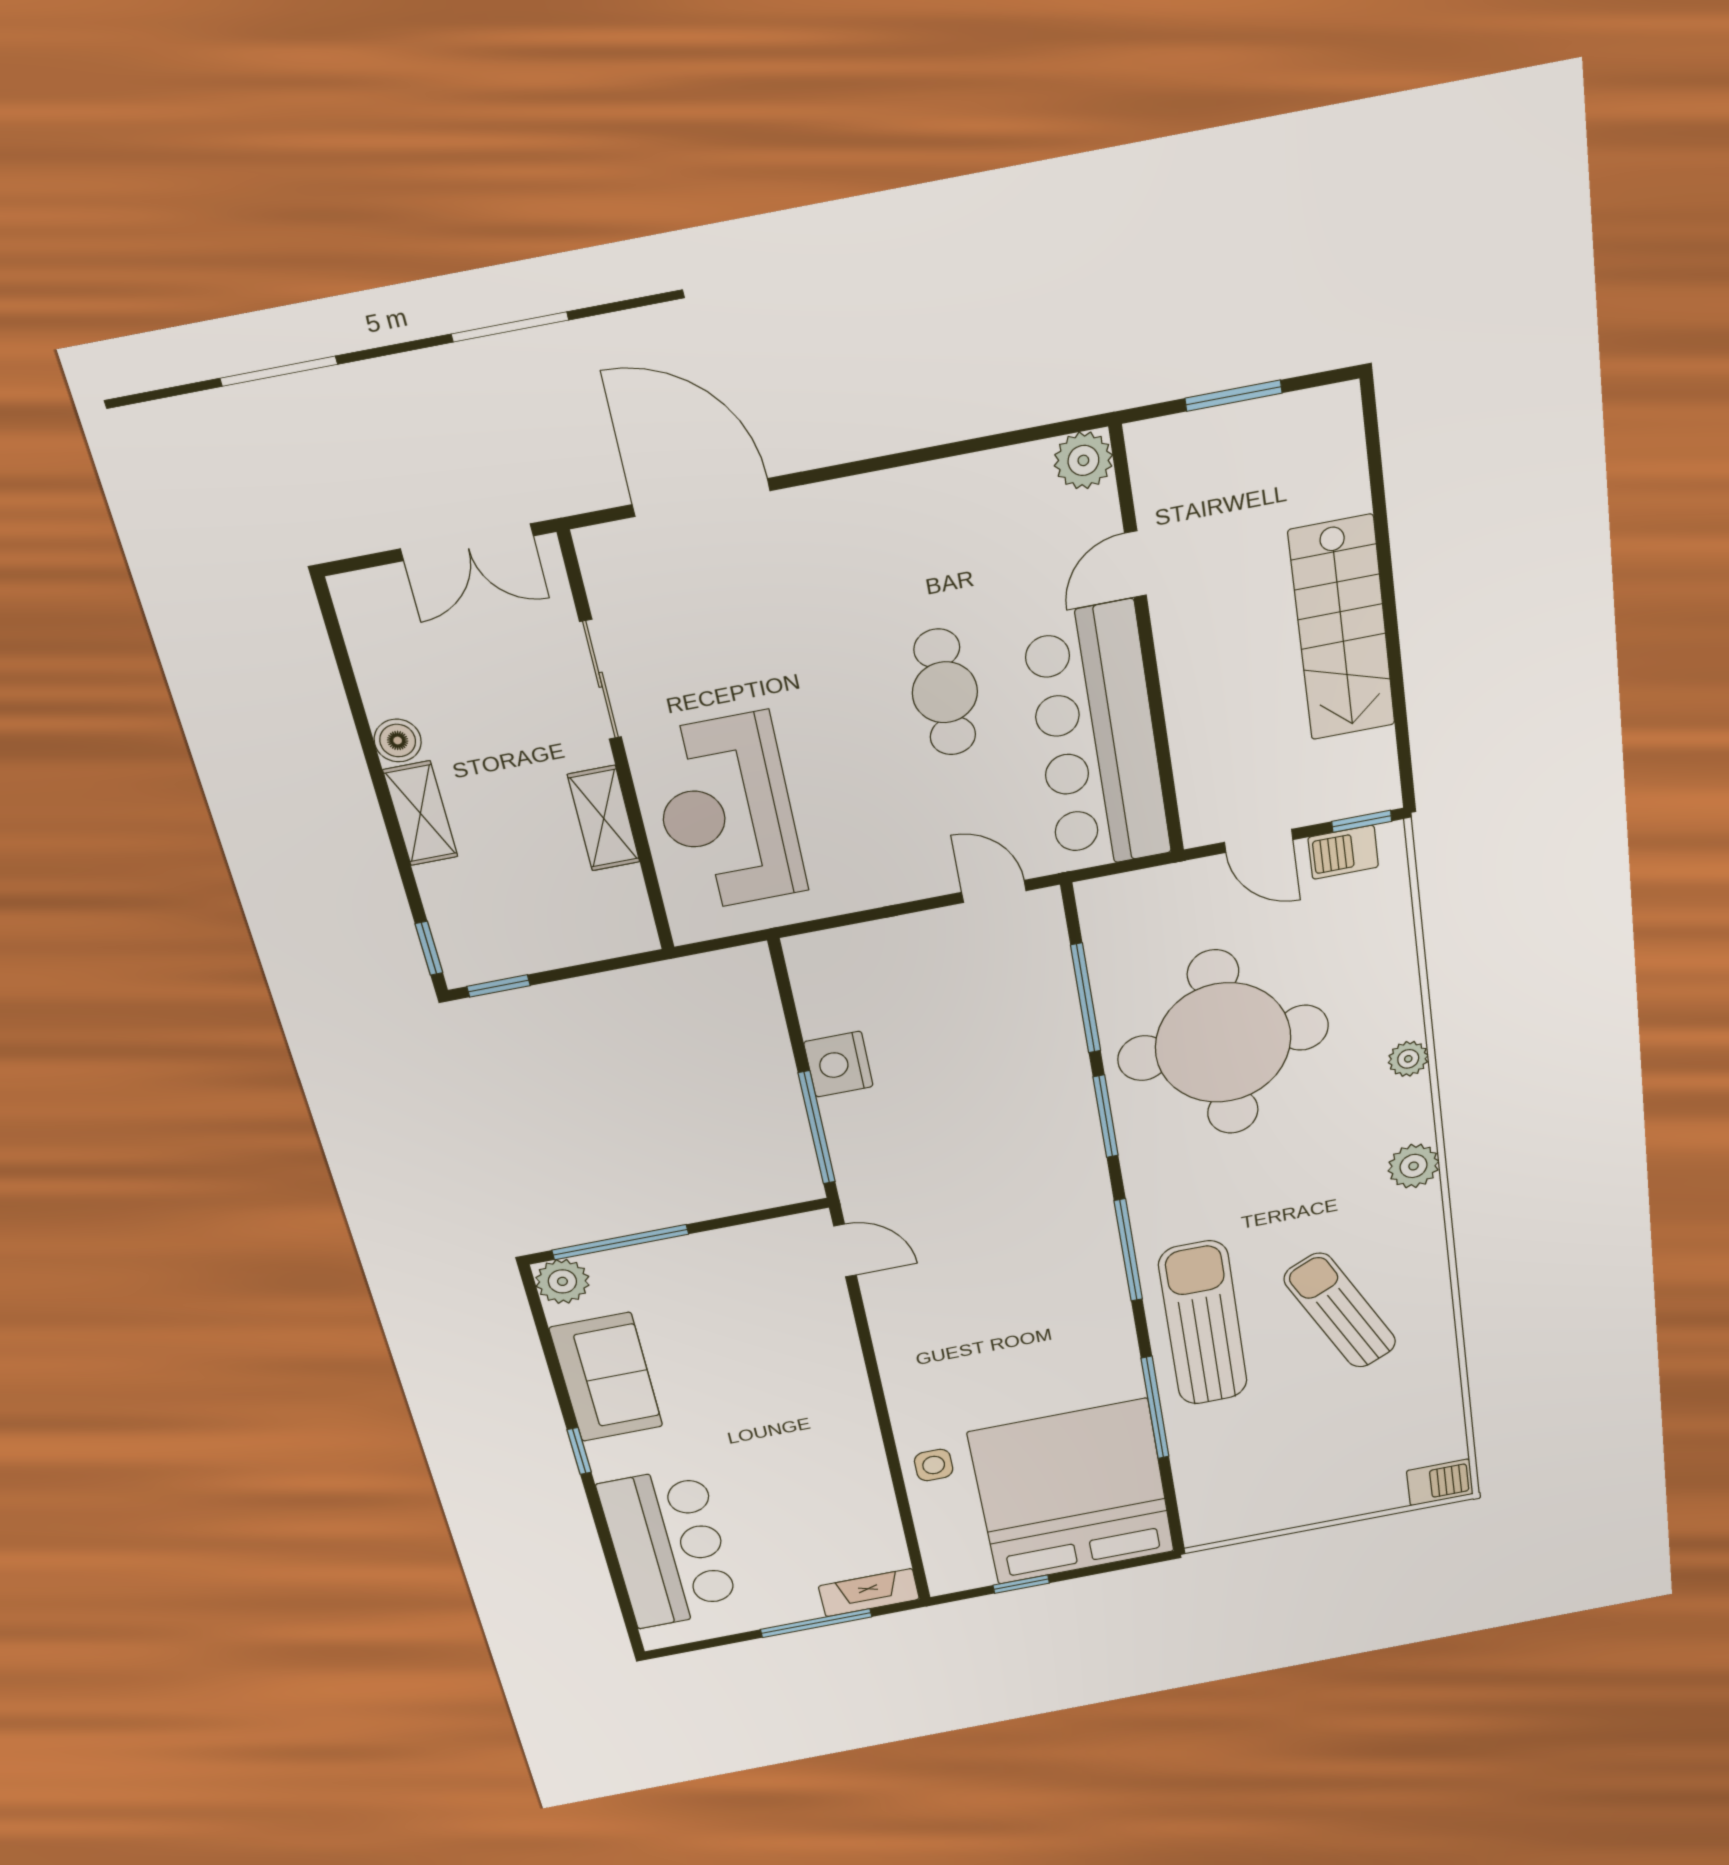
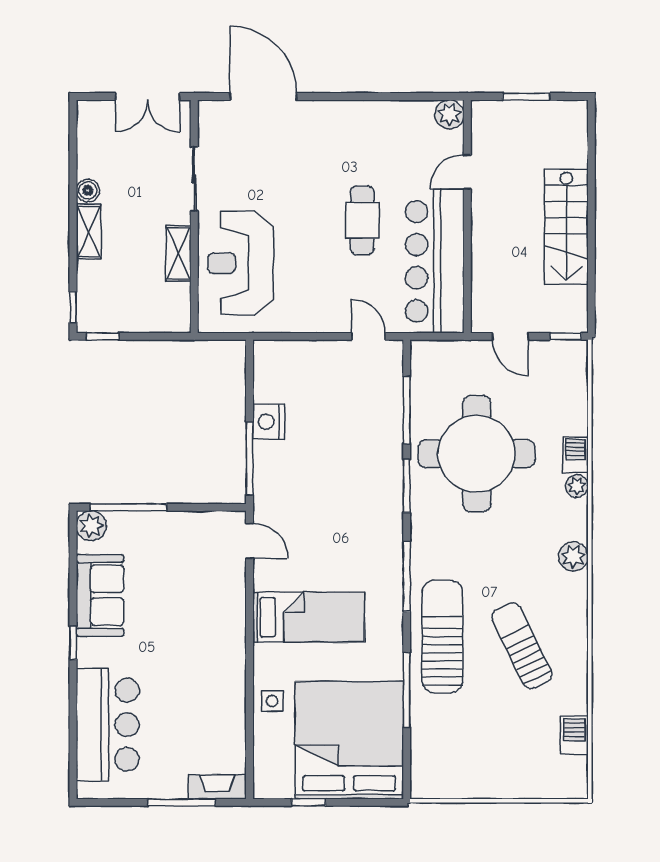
barbecue: (1343, 852) -> (575, 455), moved, turned 90
bed: (971, 1340) -> (309, 617), added
barbecue: (1440, 1482) -> (574, 736), moved, turned -90

